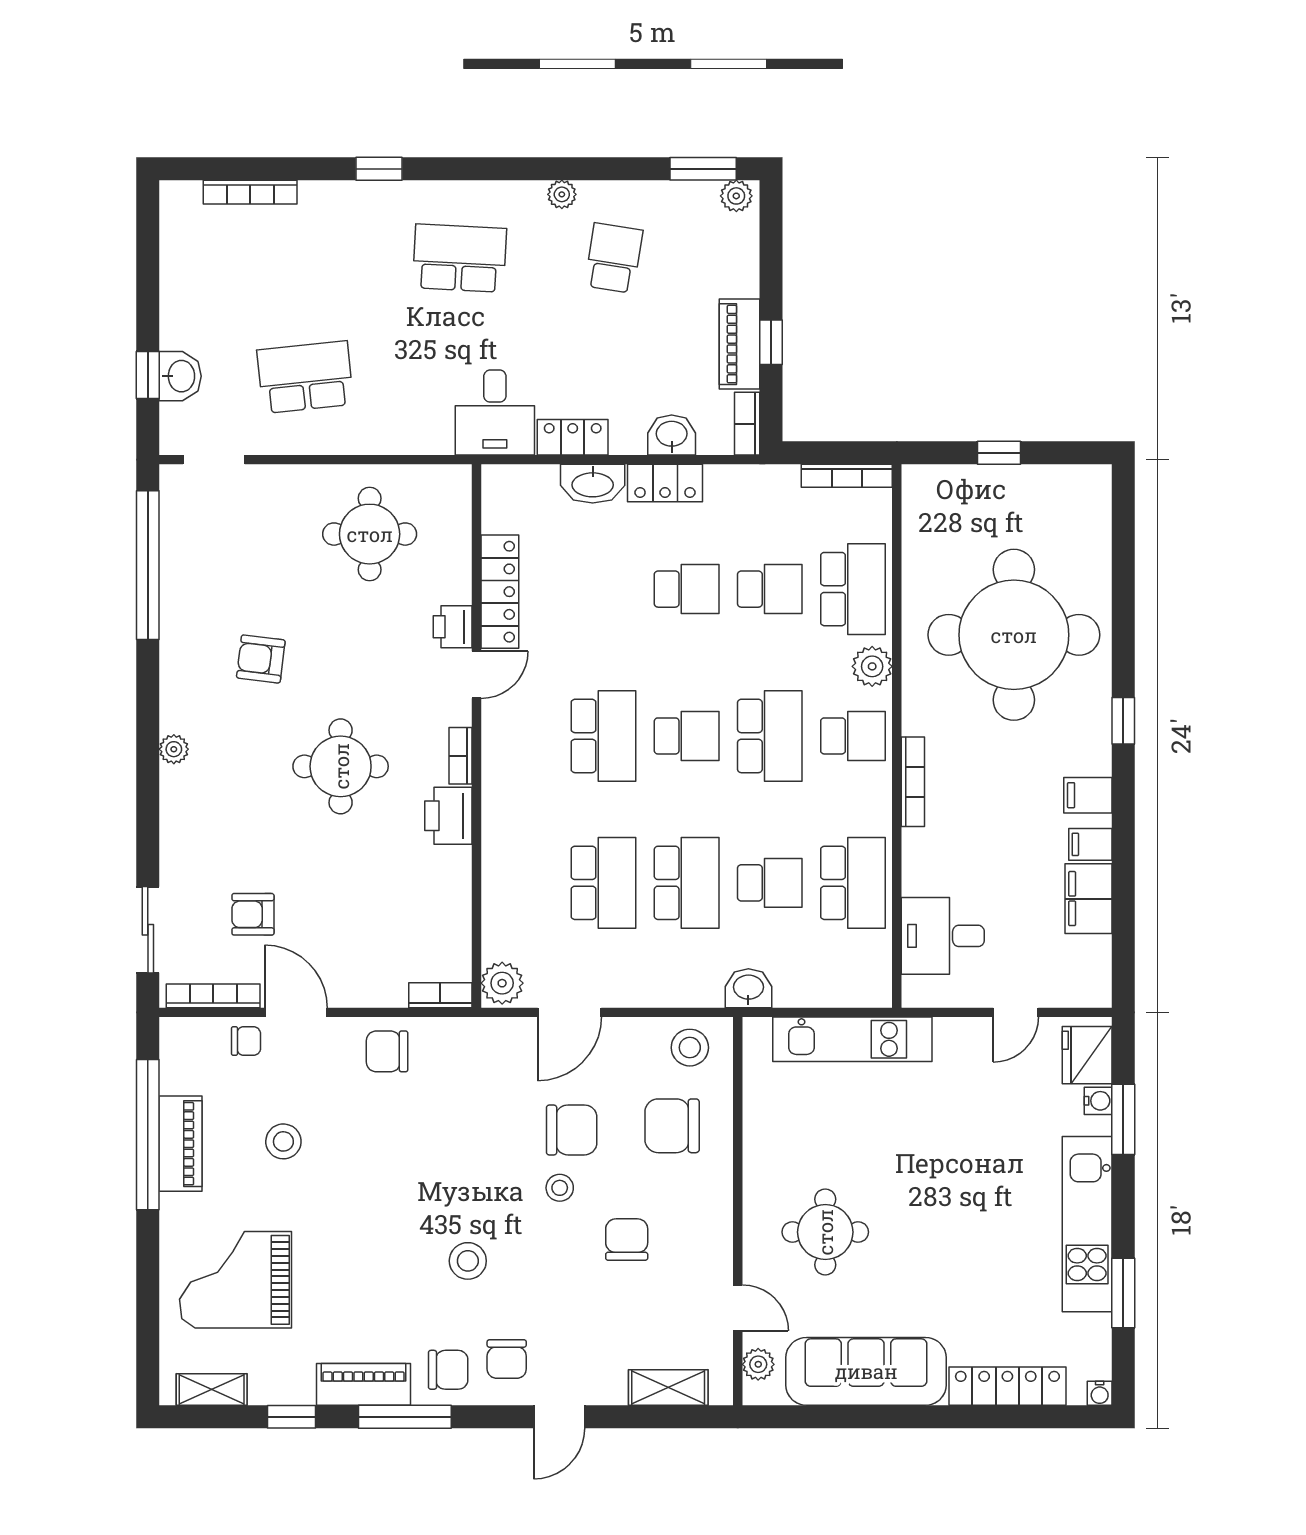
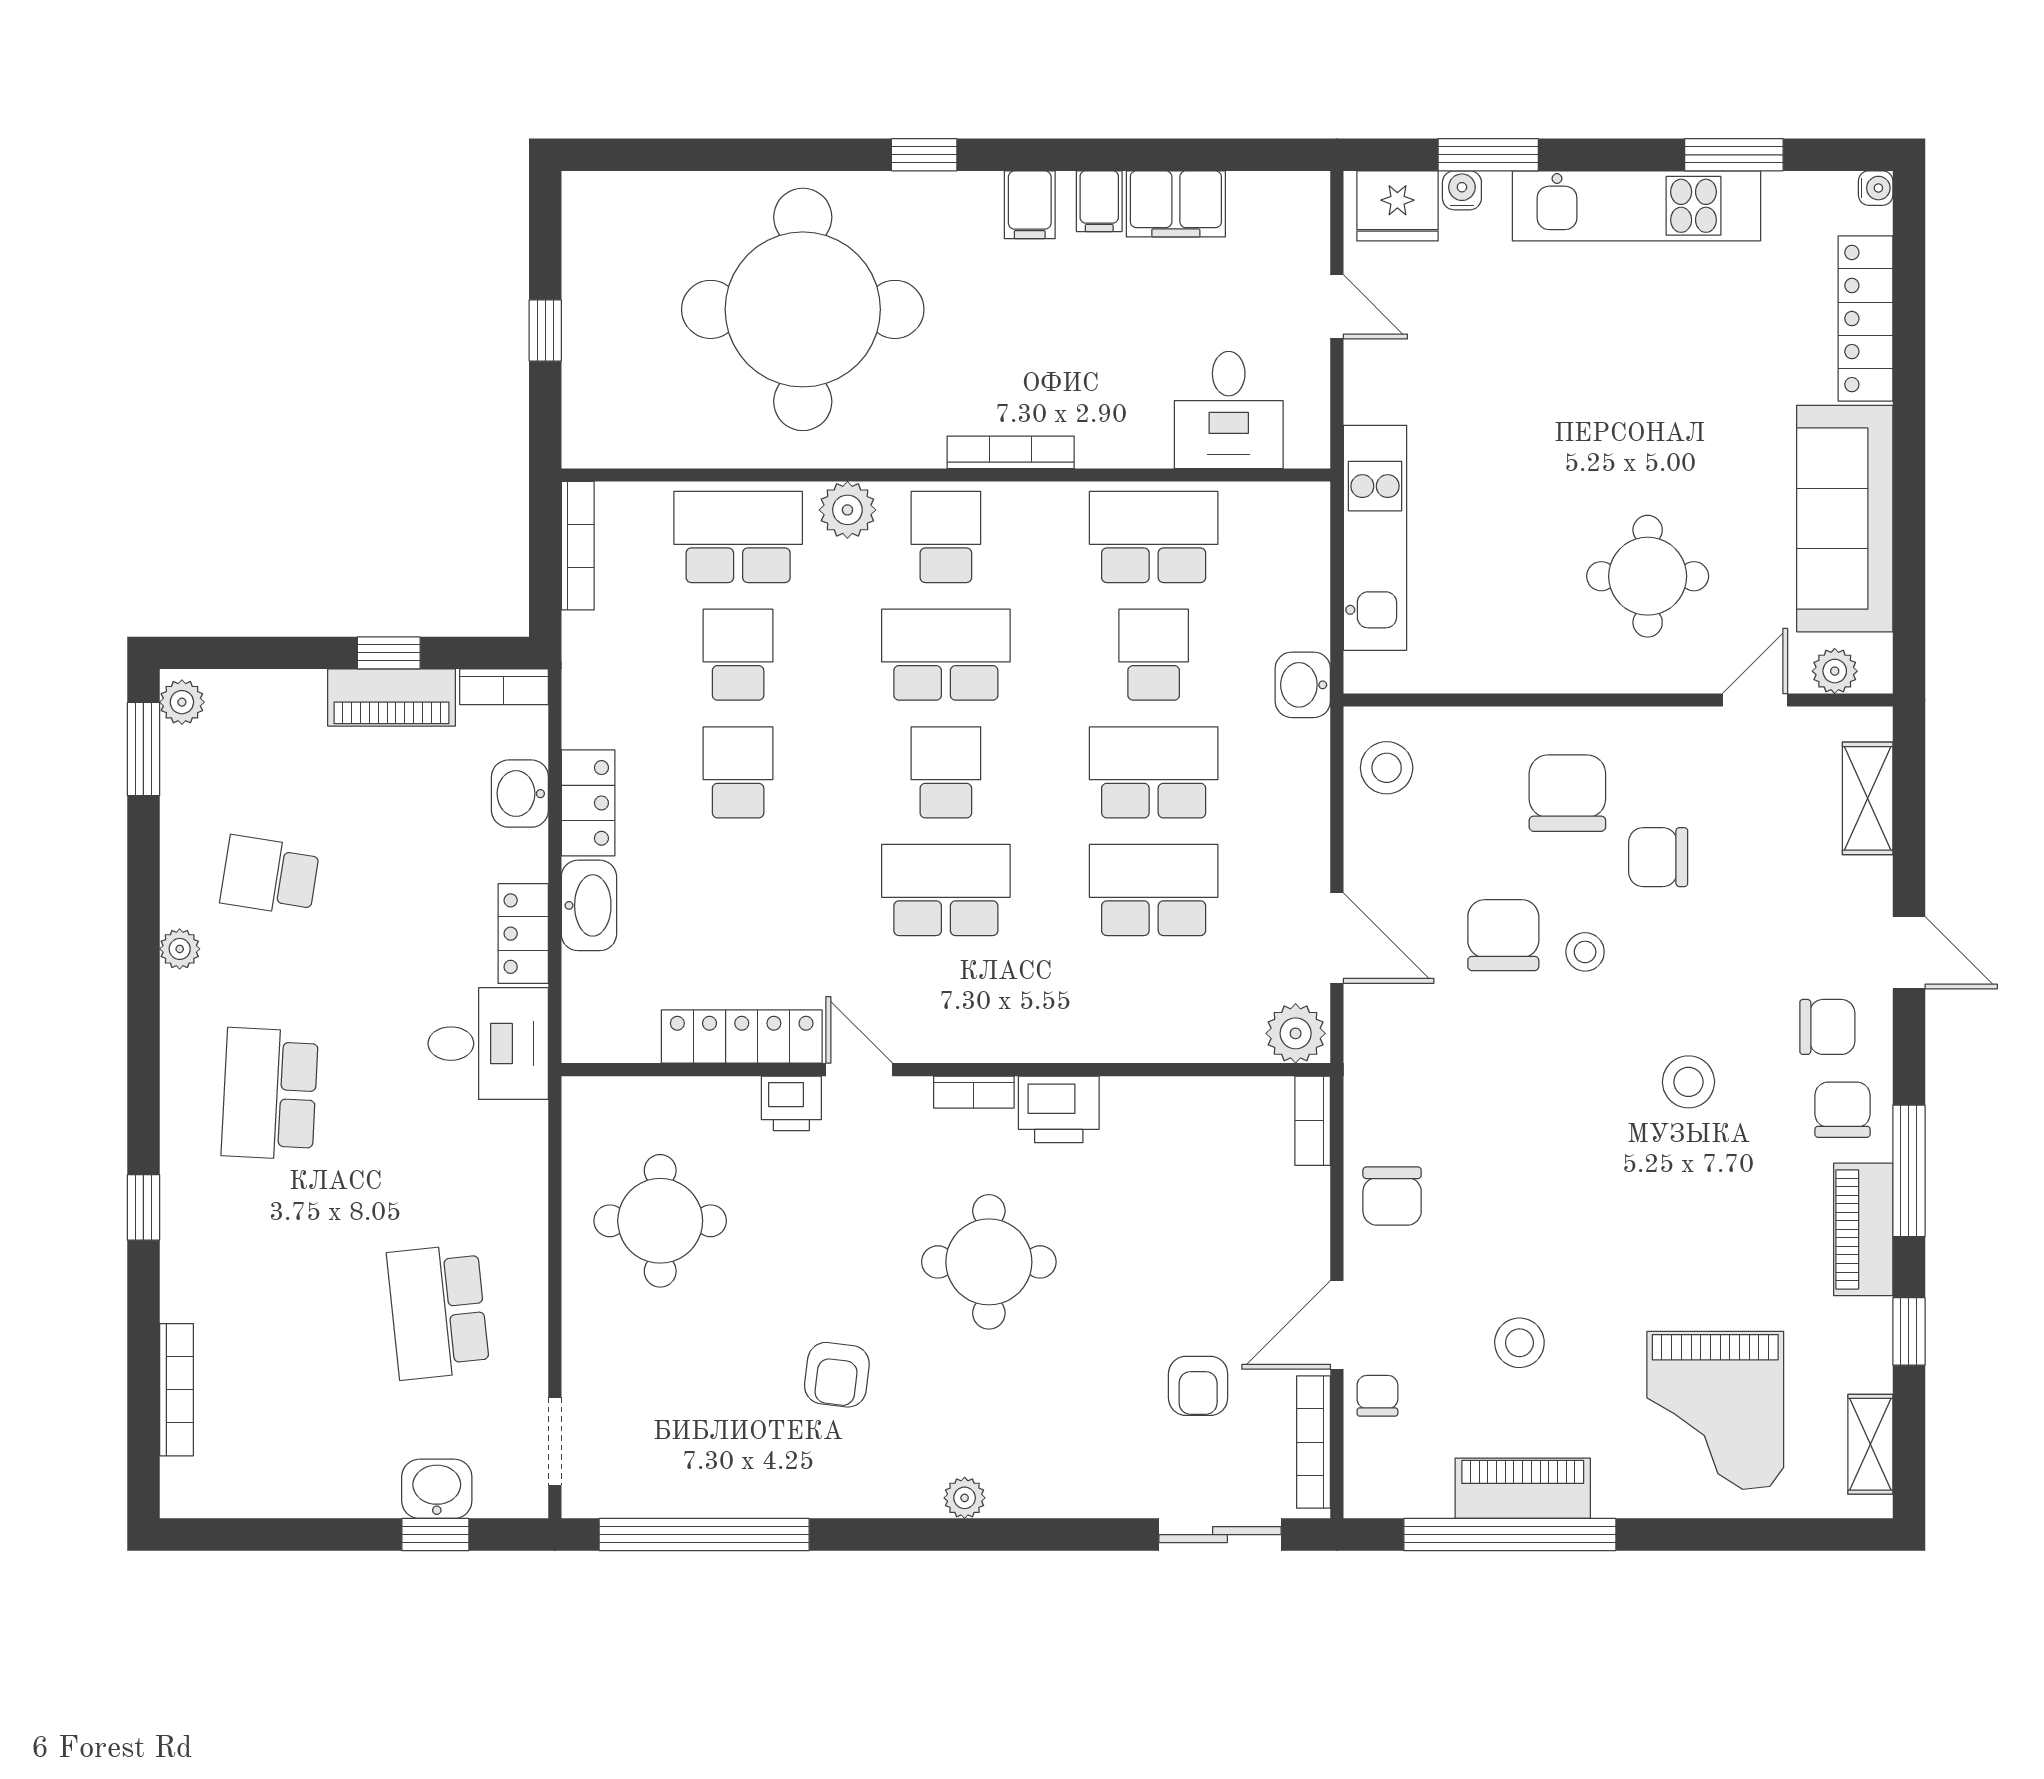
chair: (672, 1126) -> (1567, 793), moved, turned 180

